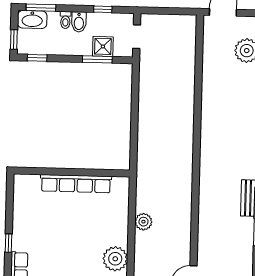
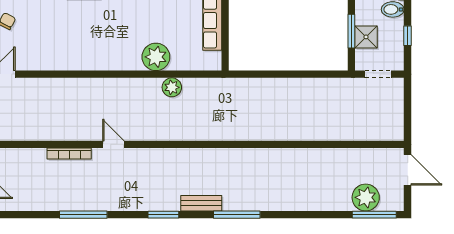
plant: (115, 259) -> (156, 57), moved

